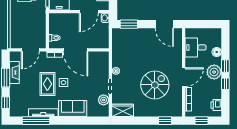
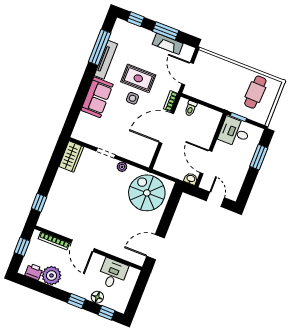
window: (129, 24) -> (172, 204), removed
plant: (214, 72) -> (51, 276), moved
window: (225, 84) -> (106, 313), moved
spiral stairs: (155, 85) -> (147, 193), moved, turned 180
plant: (104, 100) -> (93, 138), removed

